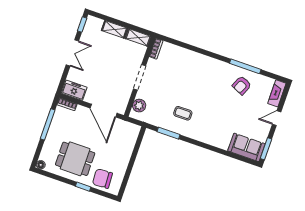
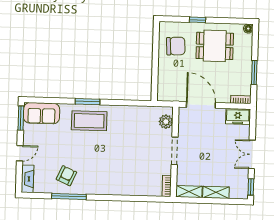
coffee table: (183, 113) -> (89, 121), moved, width x1.86, depth x1.72
window: (48, 124) -> (254, 73), width x0.69
window: (169, 133) -> (87, 102), moved
chair: (102, 179) -> (176, 46), moved

